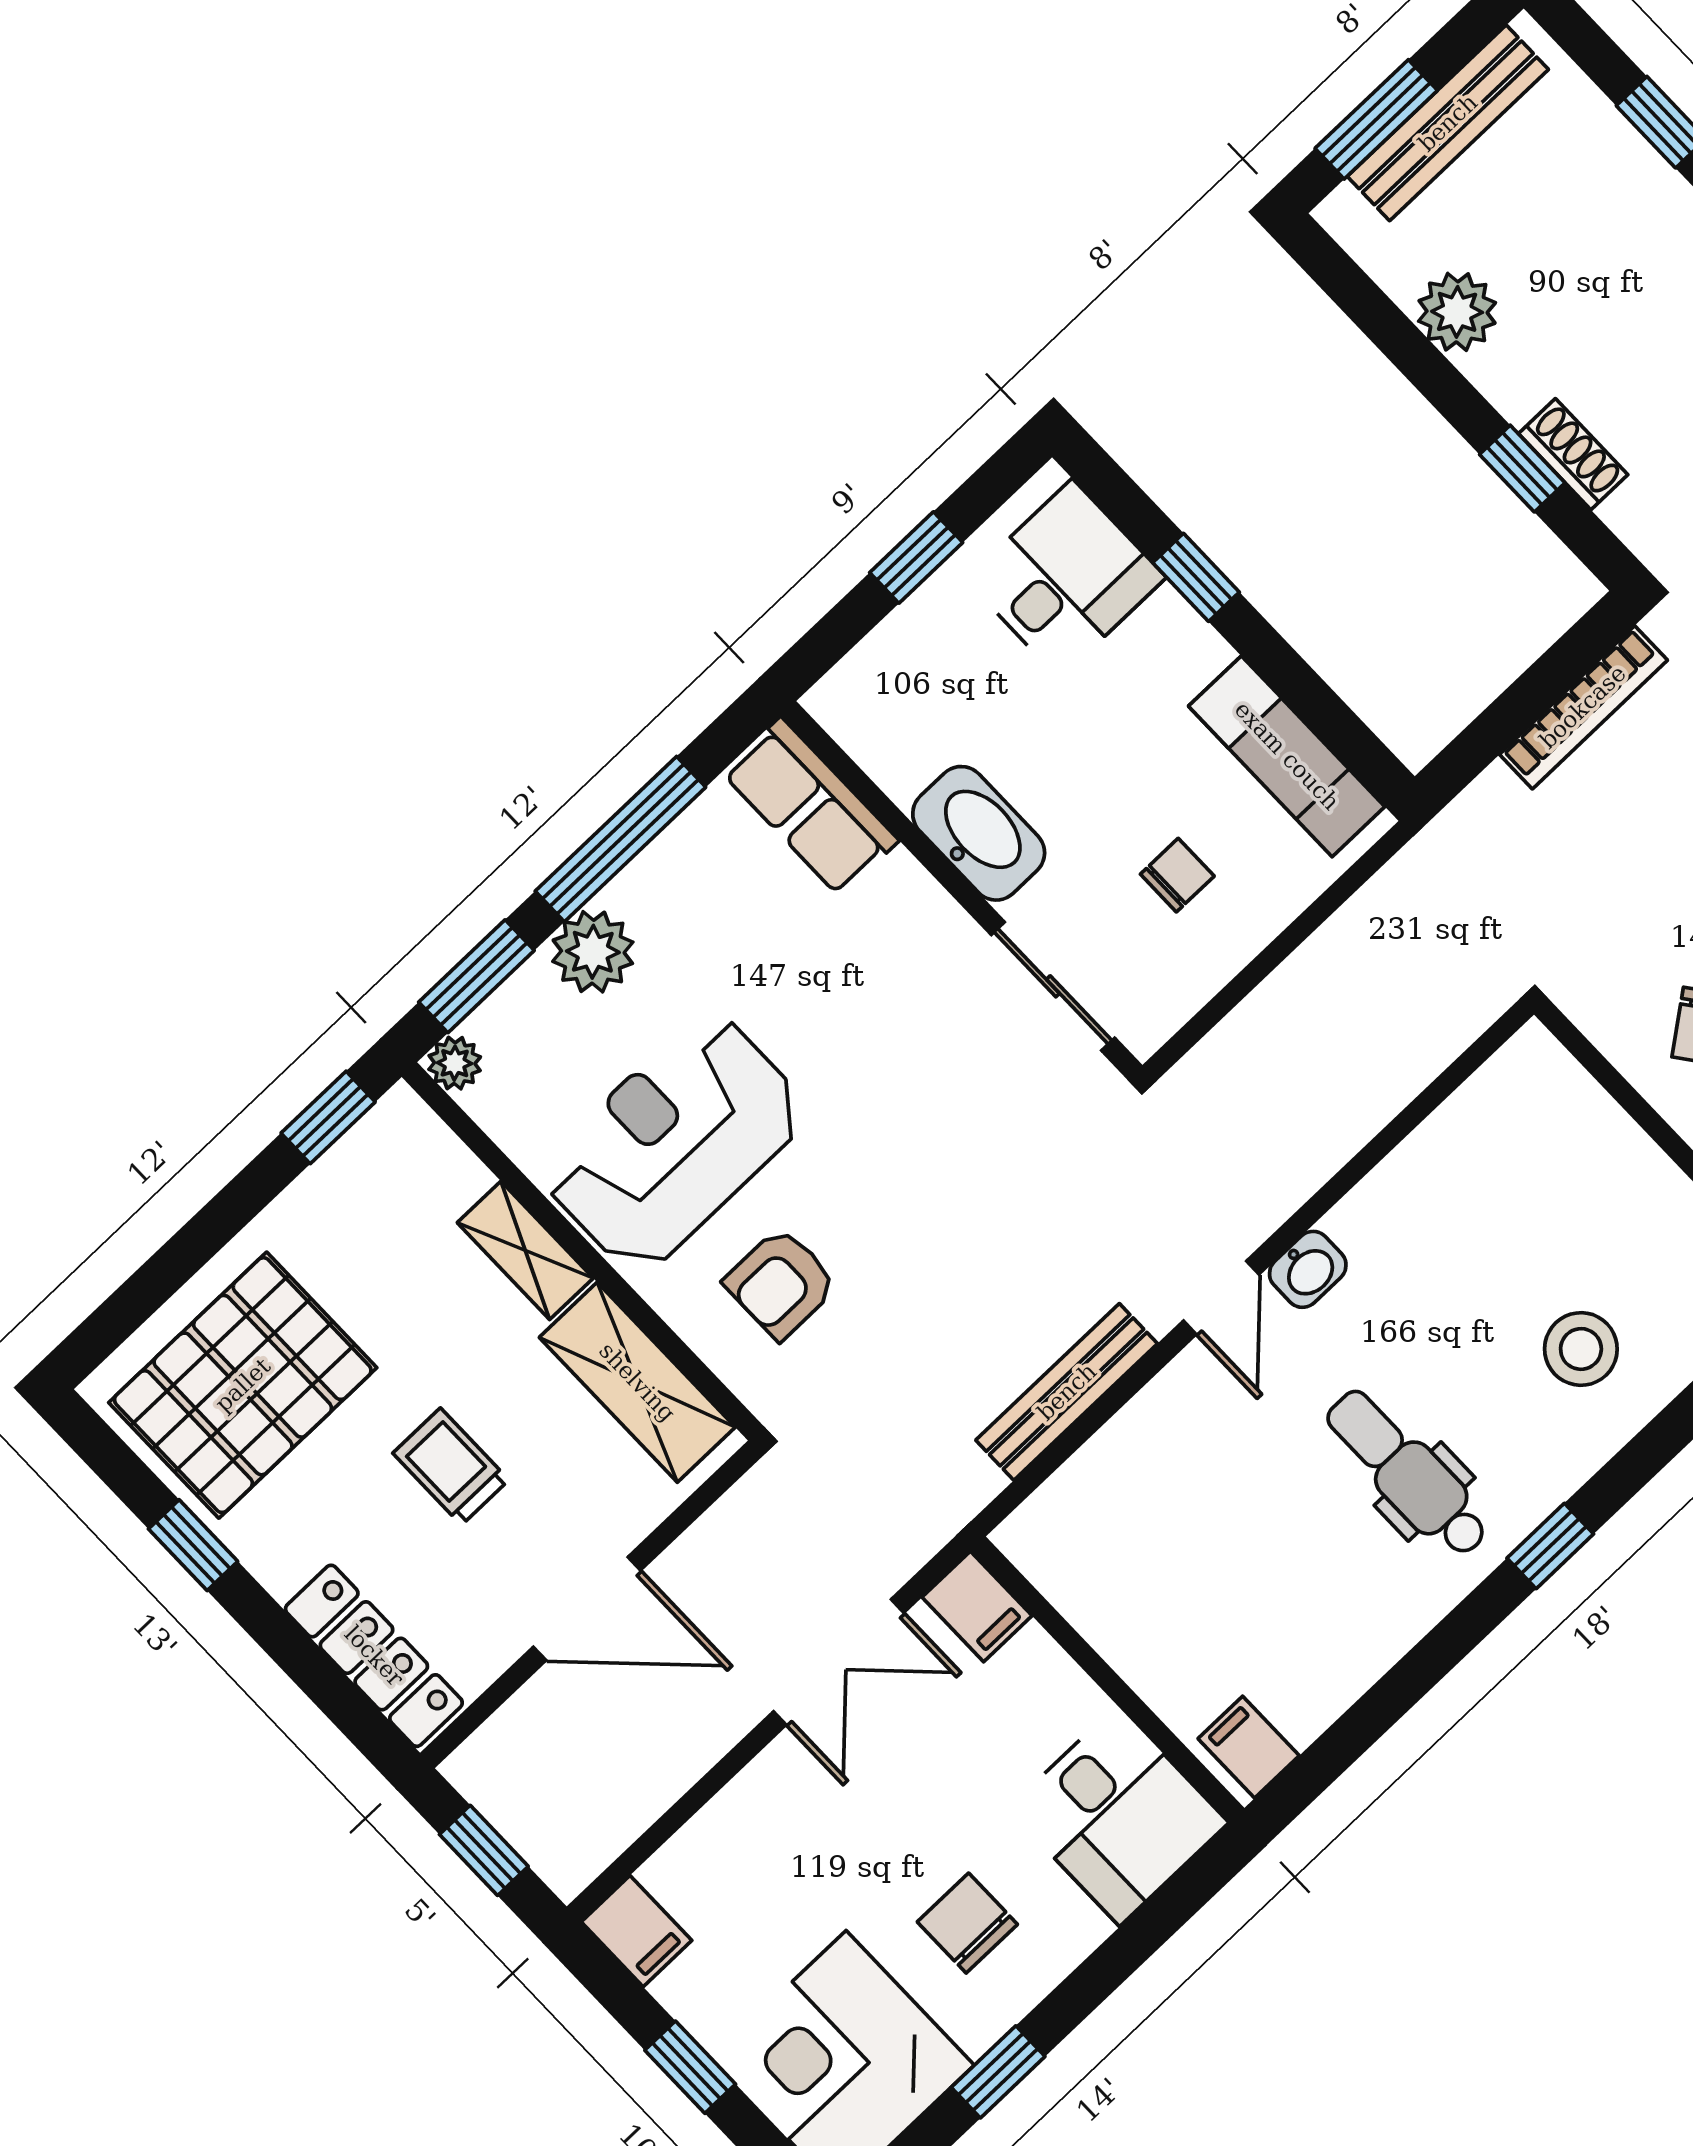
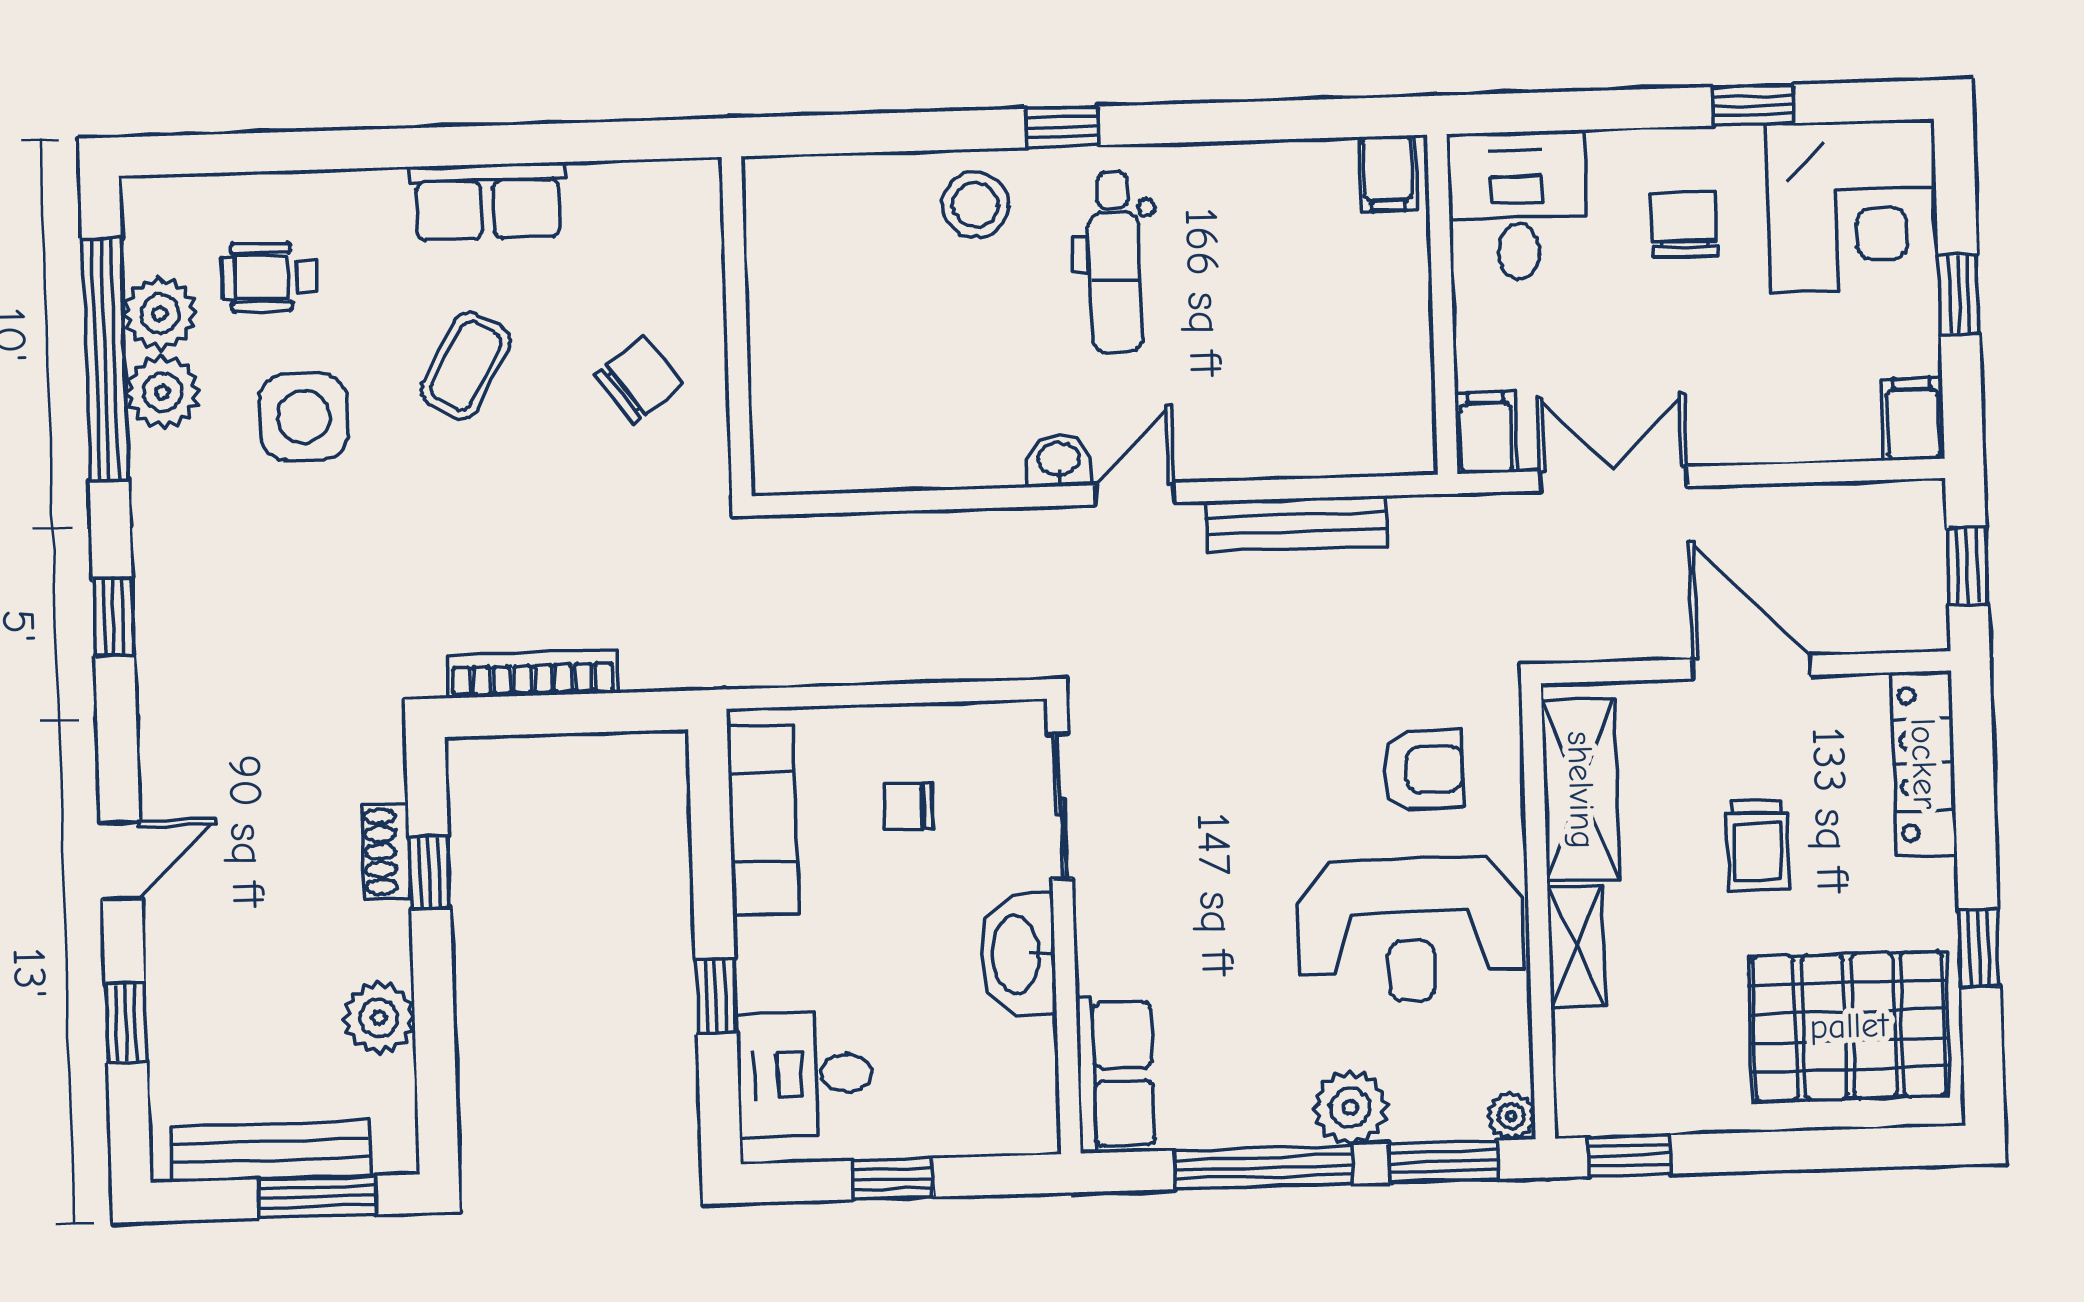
stool: (1581, 1349) -> (976, 205), moved
chair: (967, 1923) -> (1684, 224), turned 180

